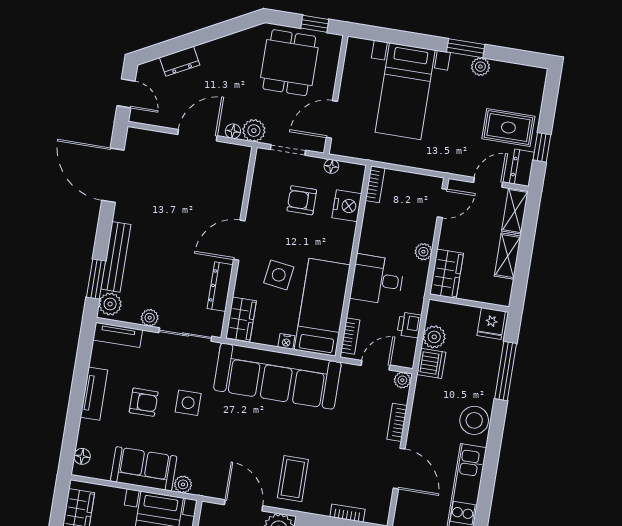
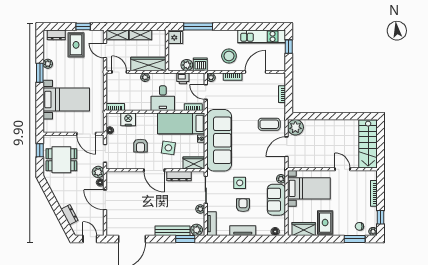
door: (126, 93) -> (90, 239), hinge flipped
dresser: (522, 168) -> (56, 35), moved
armchair: (302, 200) -> (140, 146), moved
wardrobe: (446, 274) -> (148, 64), width x1.50
stool: (474, 420) -> (229, 56), moved

